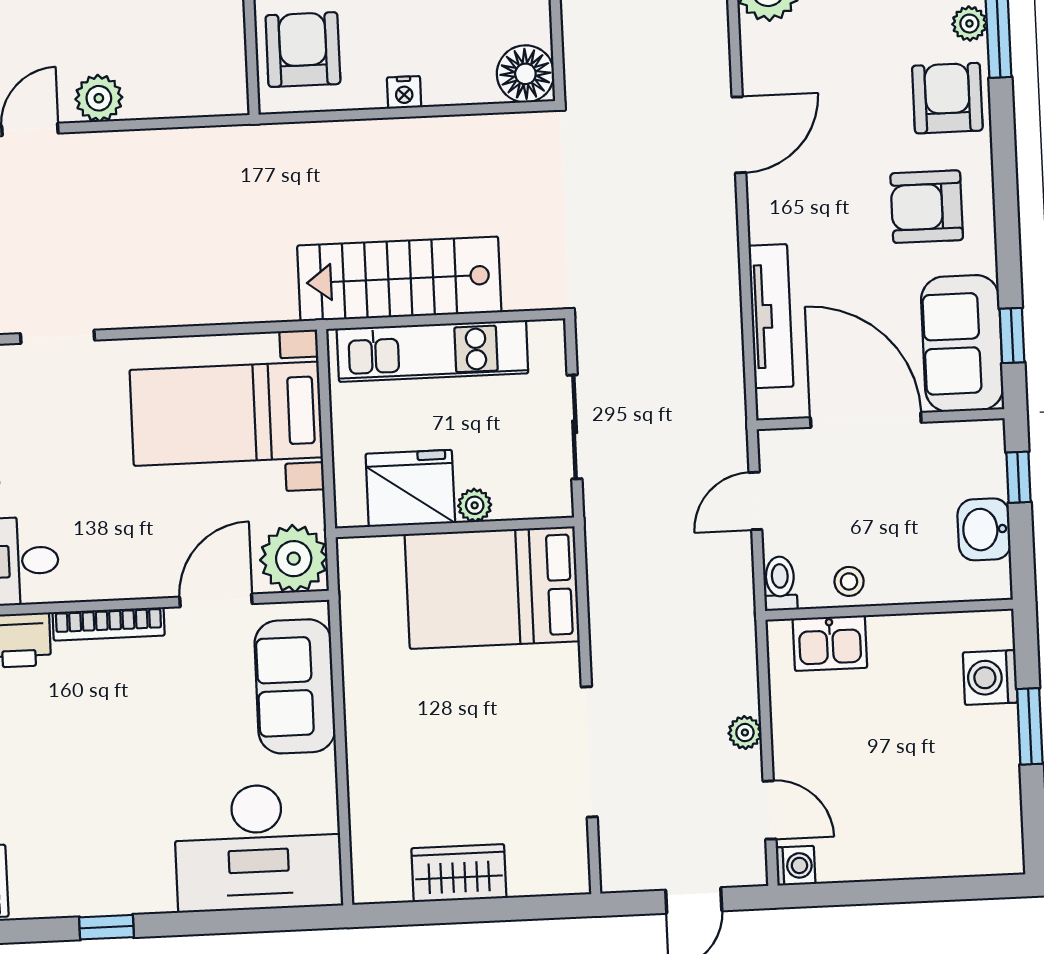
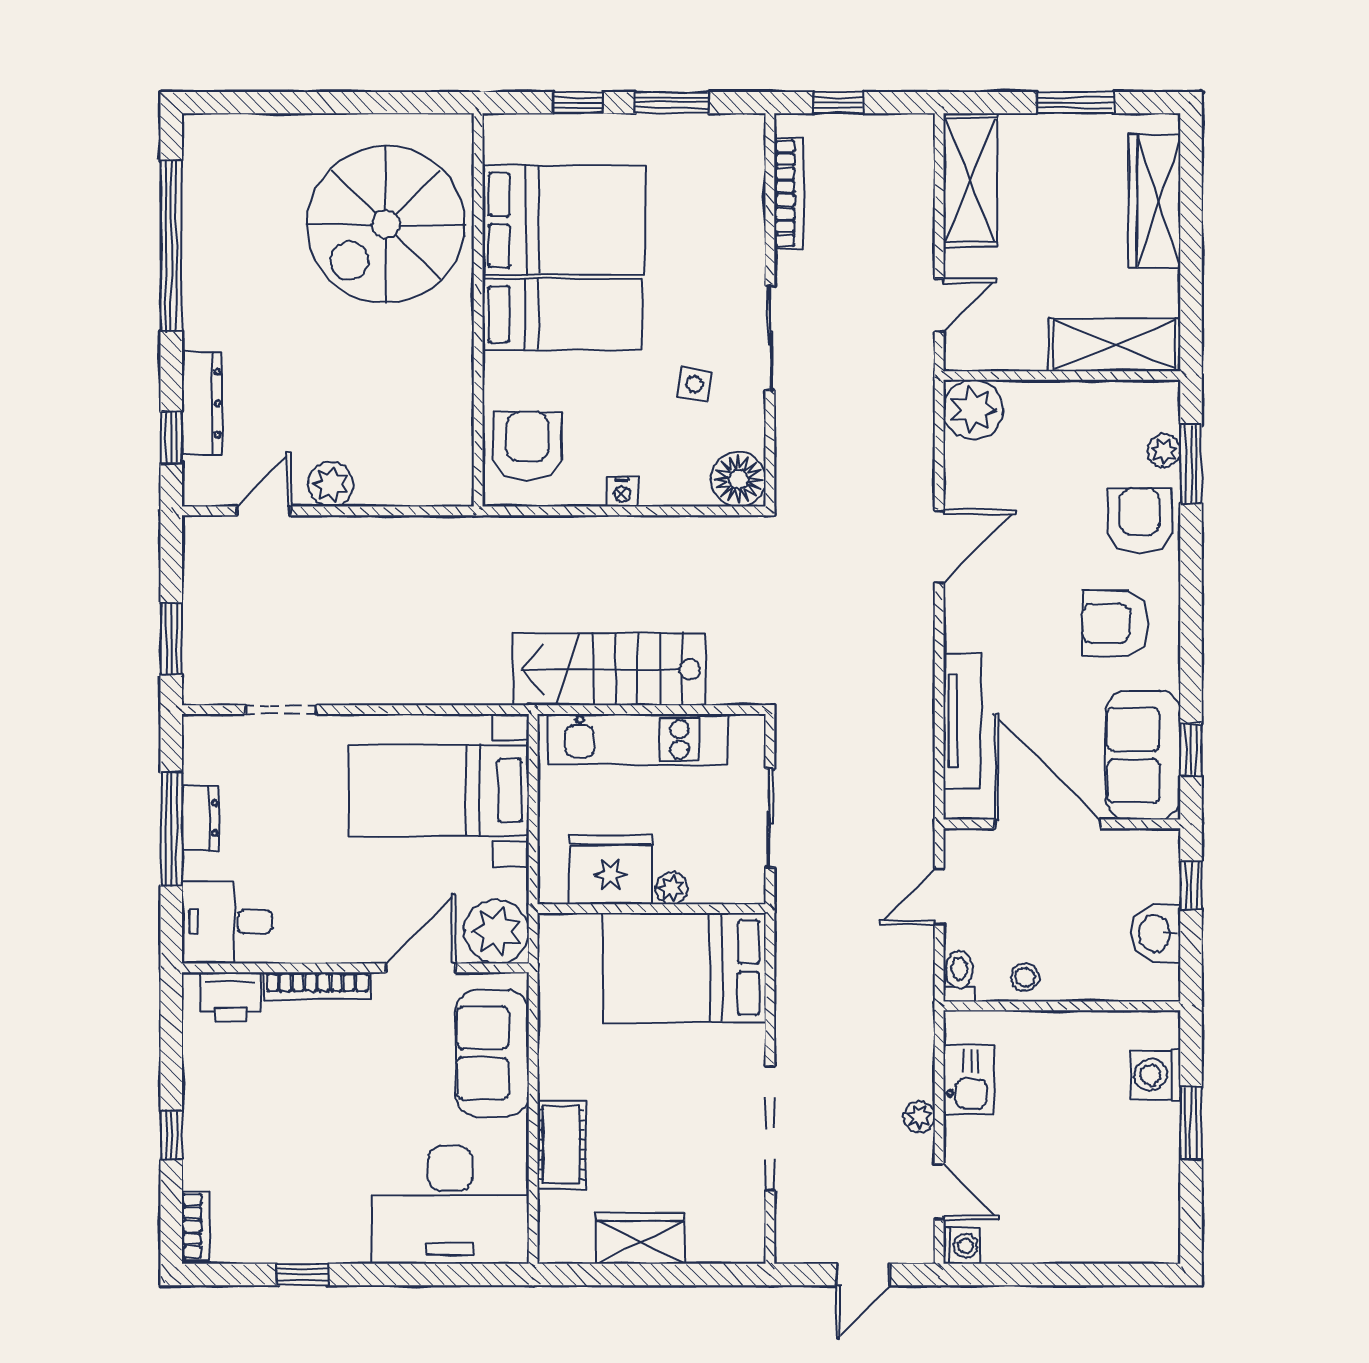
kitchen sink: (830, 643) -> (968, 1079), moved, turned -90
cot: (372, 779) -> (561, 1145), added

